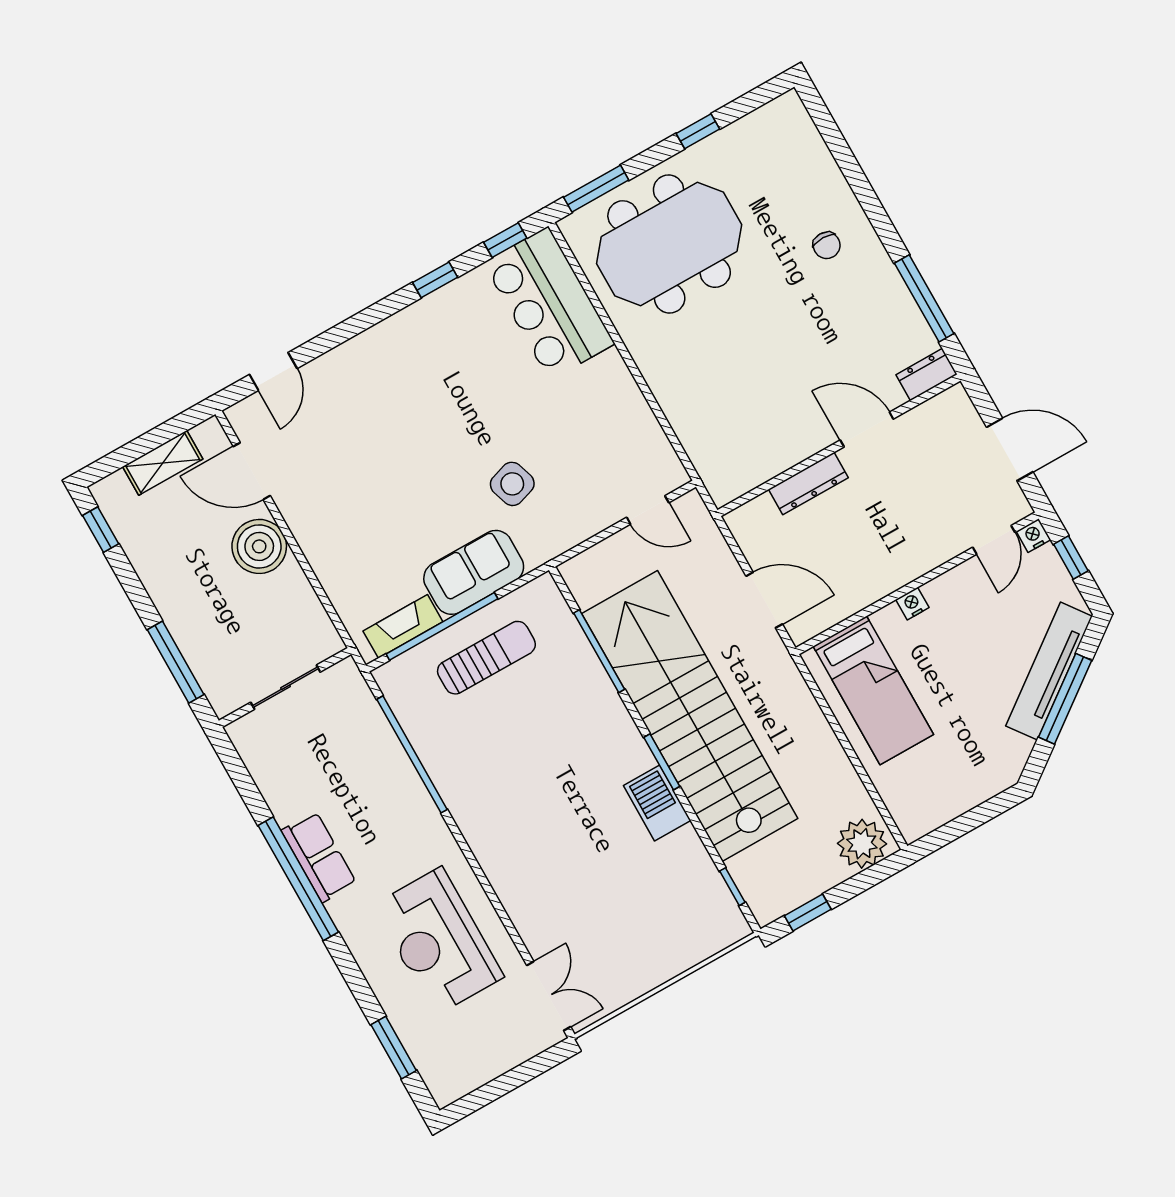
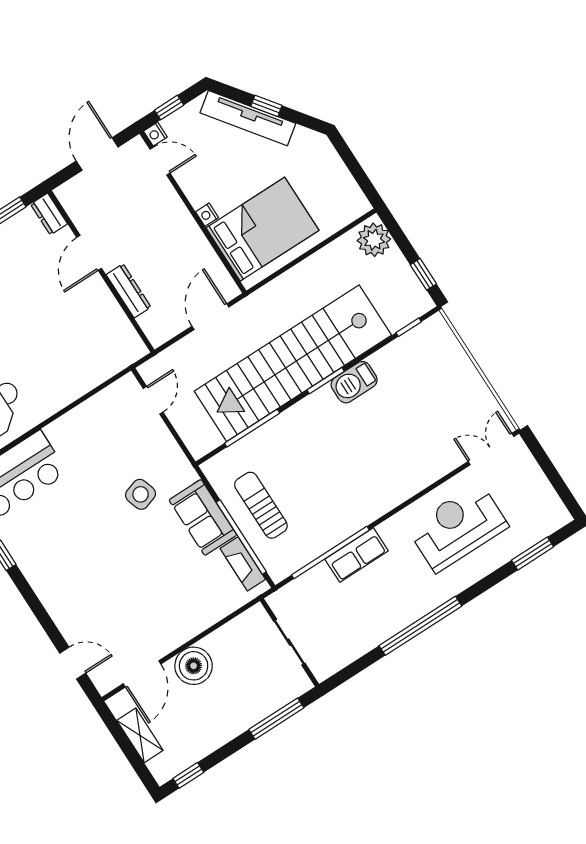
bed: (873, 690) -> (262, 229), width x1.50
window: (1065, 699) -> (266, 106), width x0.46
row of seats: (319, 857) -> (357, 555), moved, turned 180
reception desk: (438, 941) -> (458, 527), turned 180

